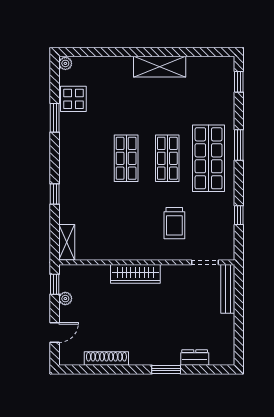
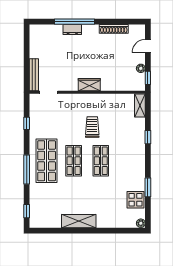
window: (239, 145) -> (27, 169), width x1.44
trolley: (174, 223) -> (92, 127), moved
wardrobe: (135, 274) -> (89, 85), width x0.67
dresser: (195, 358) -> (72, 30), moved
window: (166, 369) -> (74, 22), width x2.11

